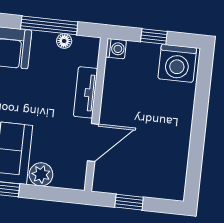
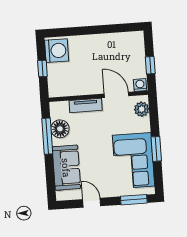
floor lamp: (64, 41) -> (60, 129), width x1.89, depth x1.89
washing machine: (116, 49) -> (140, 85), moved
plant: (41, 174) -> (142, 109), moved

